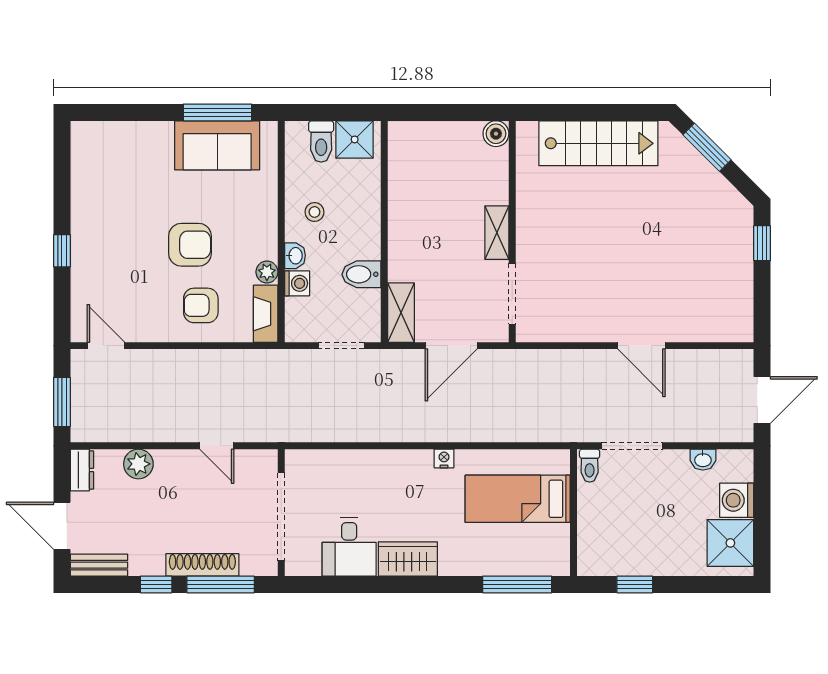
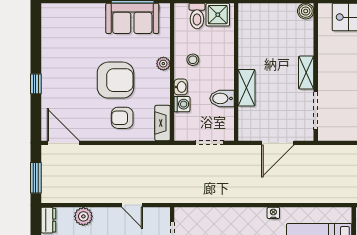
armchair: (190, 245) -> (115, 80), width x1.36, depth x1.36
plant: (267, 272) -> (163, 64), moved
shelving: (401, 313) -> (247, 88), moved
door: (106, 346) -> (63, 143), width x1.38

